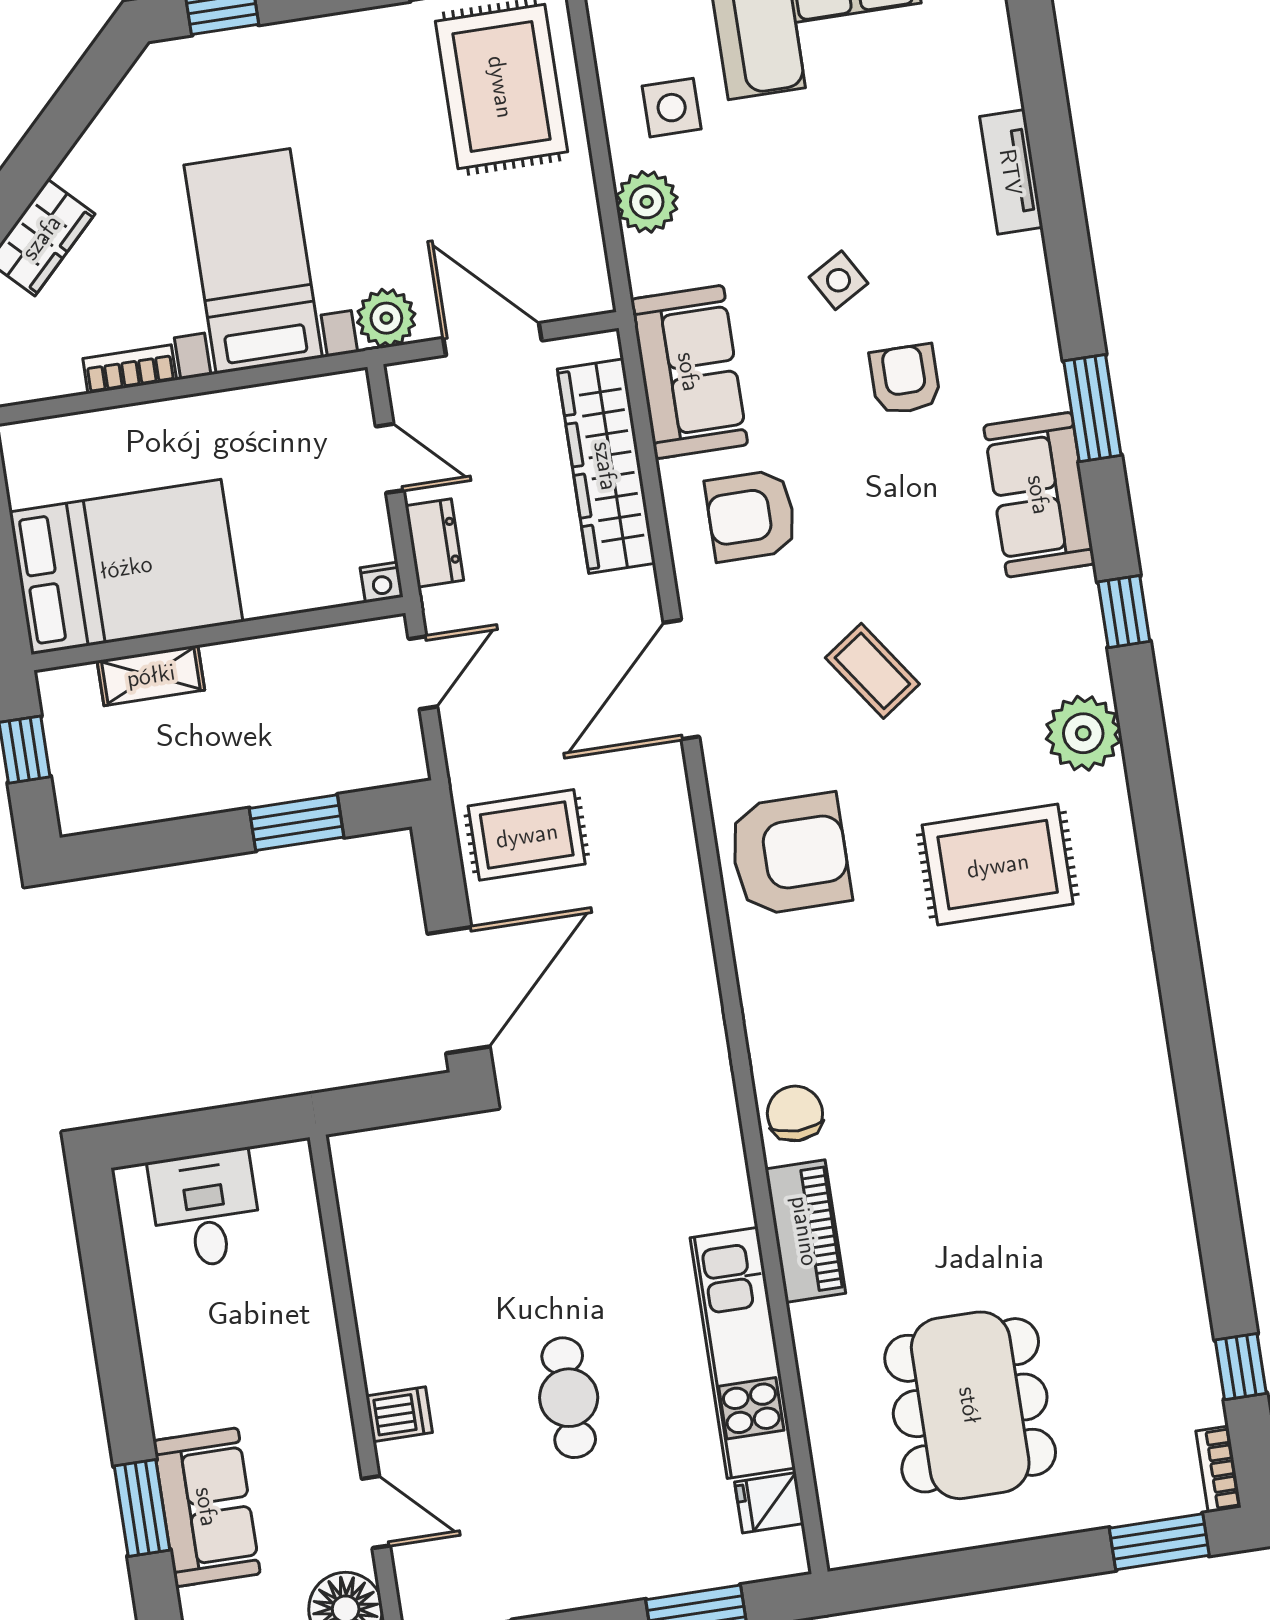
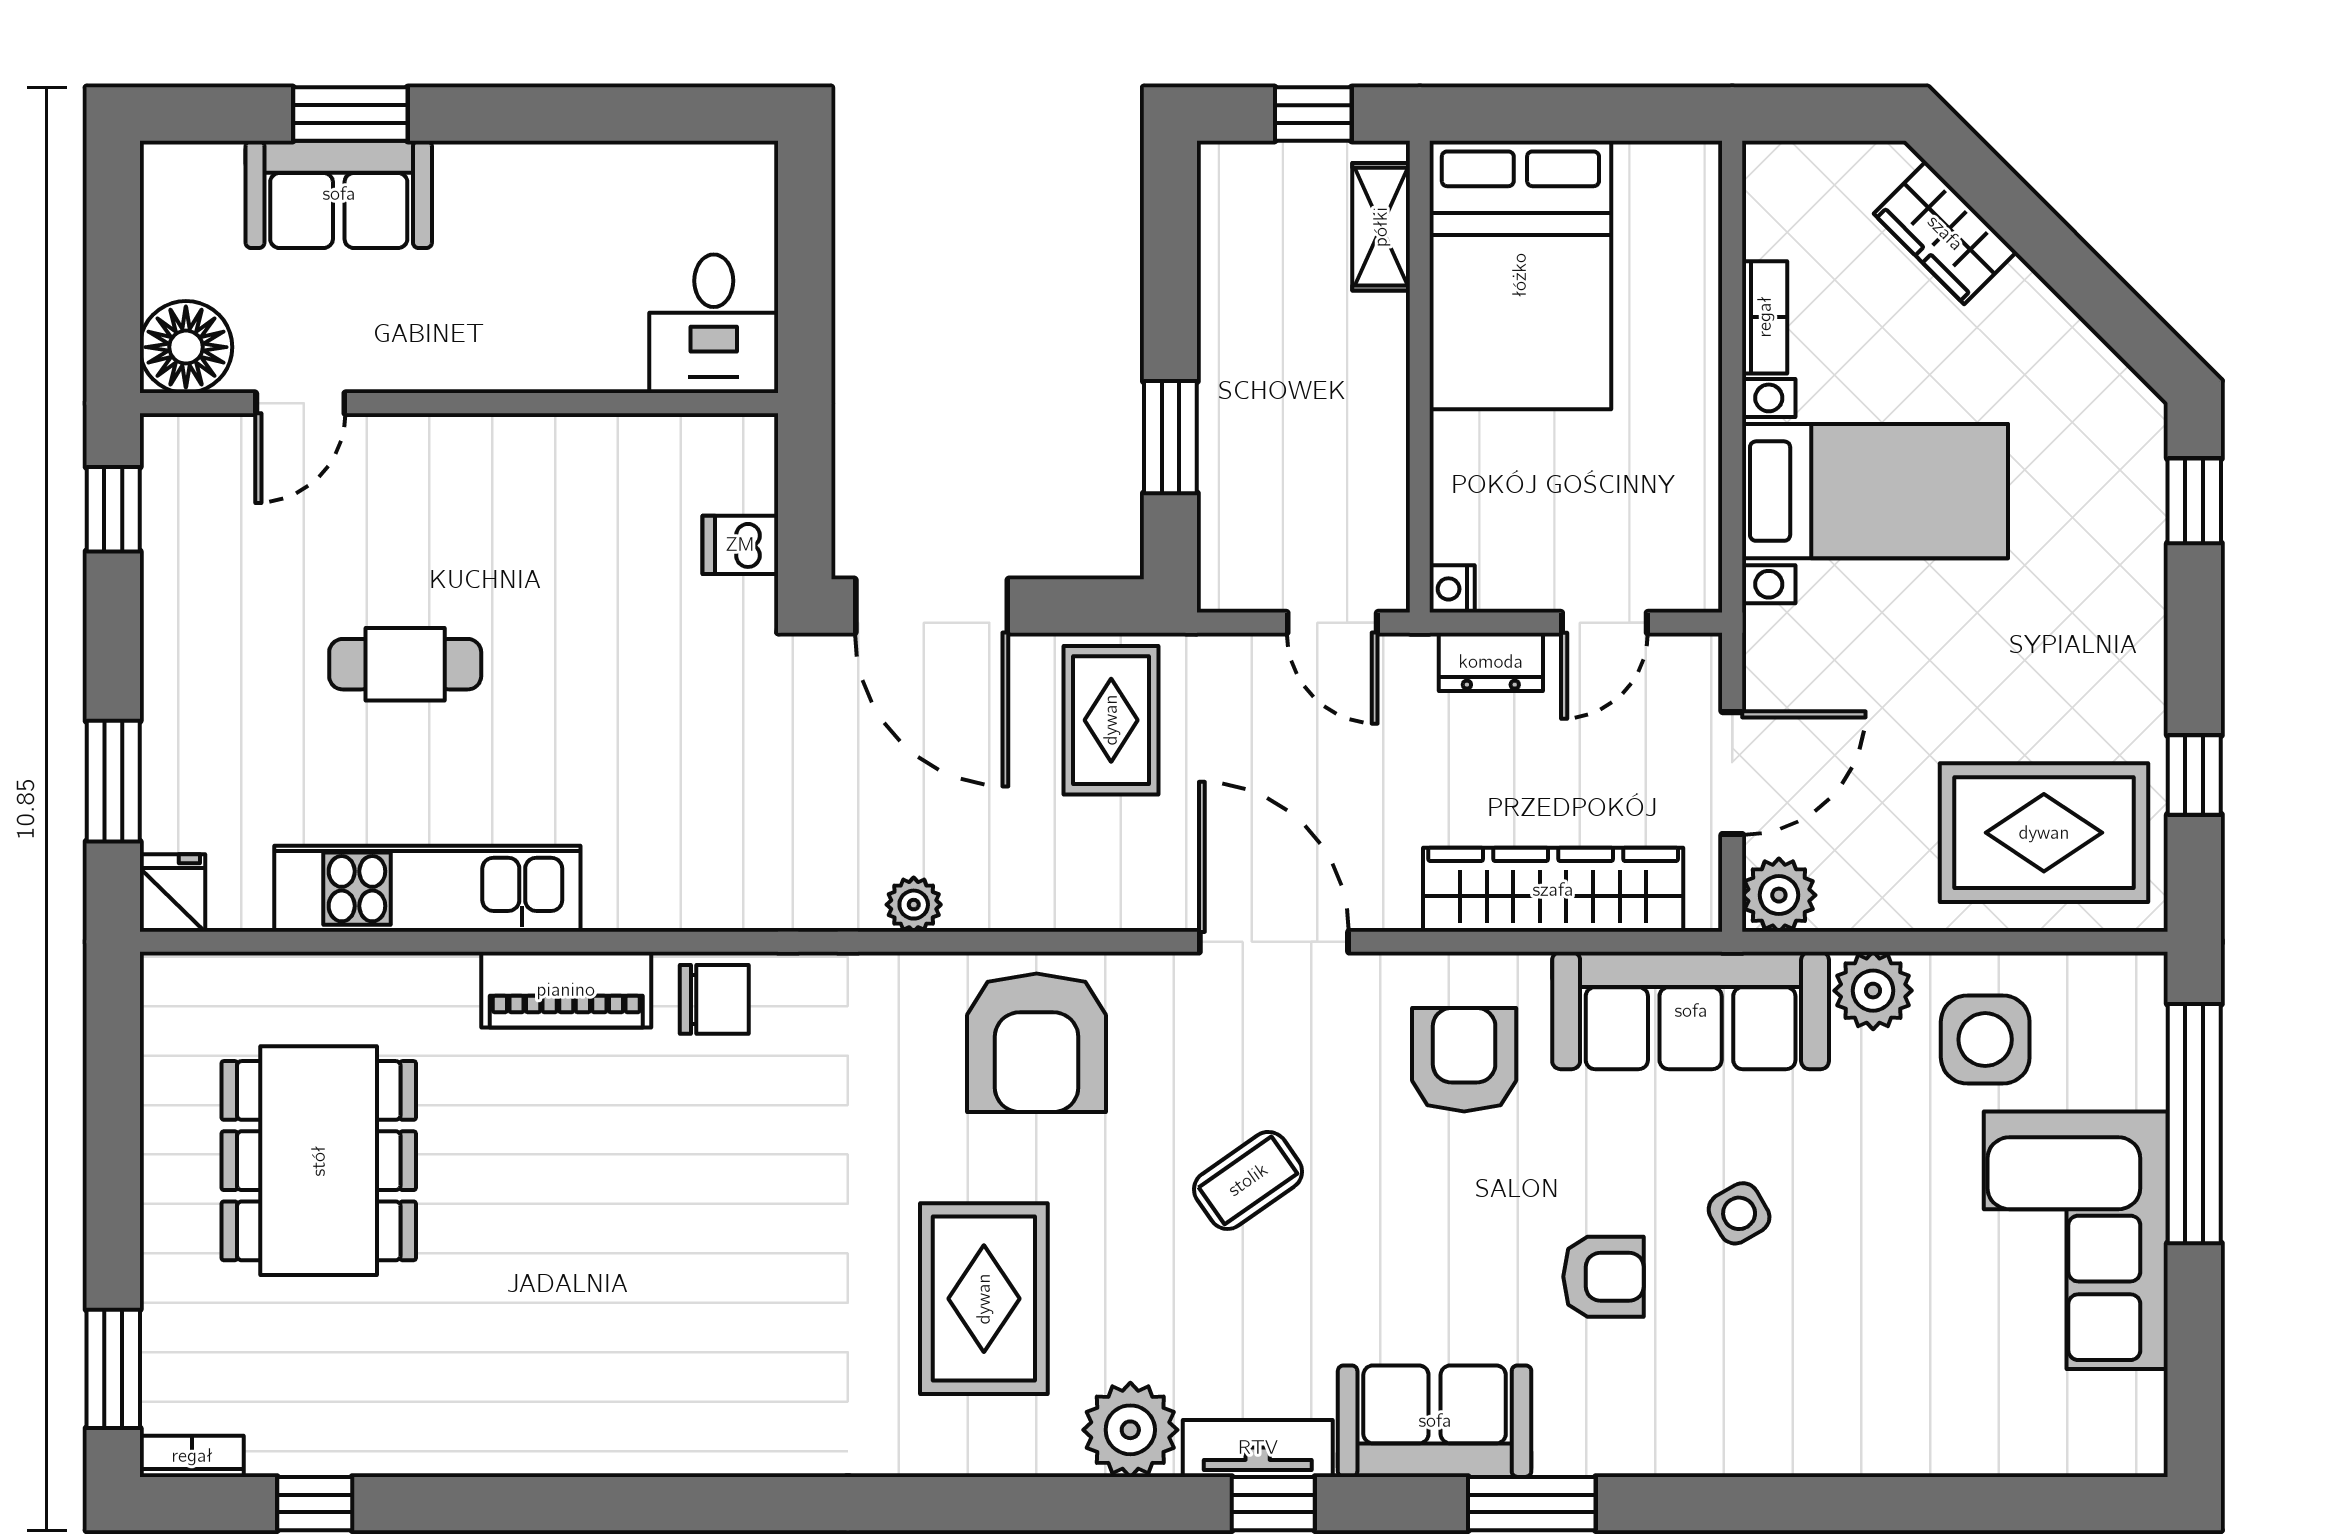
side table: (672, 108) -> (1985, 1040), width x1.37, depth x1.37
tv unit: (1011, 172) -> (1258, 1448), moved
plant: (386, 318) -> (1779, 895), moved
sofa: (689, 372) -> (1691, 1011), width x1.36
shelving: (151, 675) -> (1381, 227), moved
plant: (696, 968) -> (914, 905), added
desk: (206, 1209) -> (714, 324), moved, turned 90
dining table: (970, 1405) -> (319, 1161), turned 90
dishwasher: (399, 1414) -> (740, 545), moved, turned 90
fridge: (769, 1503) -> (172, 893), moved

